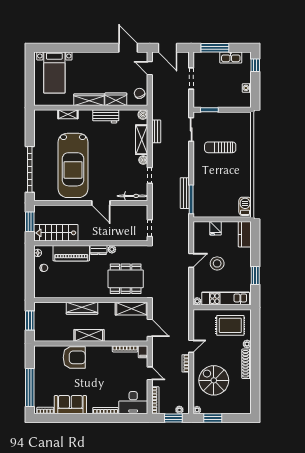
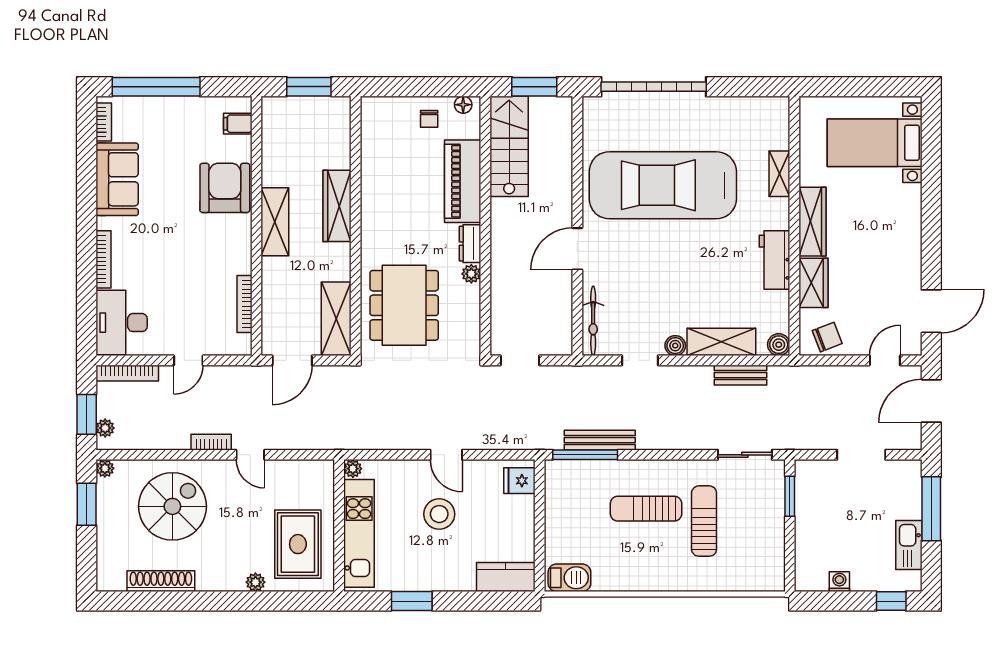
sun lounger: (215, 173) -> (646, 509), added
fridge: (216, 228) -> (519, 481), moved
filing cabinet: (143, 352) -> (238, 124), moved
armchair: (74, 357) -> (225, 188), turned 180
shoe rack: (247, 364) -> (161, 581), moved

